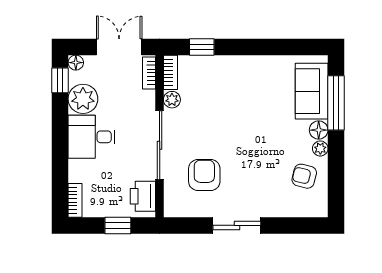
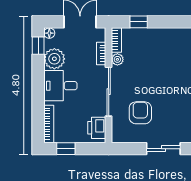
bookcase: (149, 73) -> (101, 53), moved
bookcase: (75, 200) -> (49, 124), width x1.56
window: (118, 225) -> (66, 149), moved

